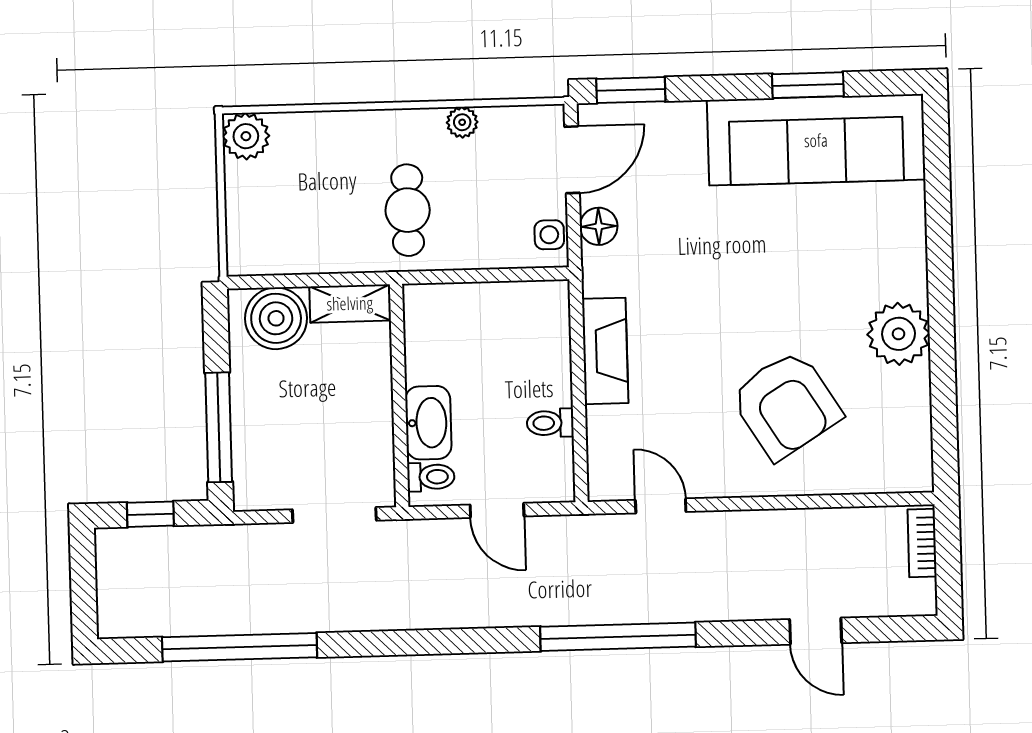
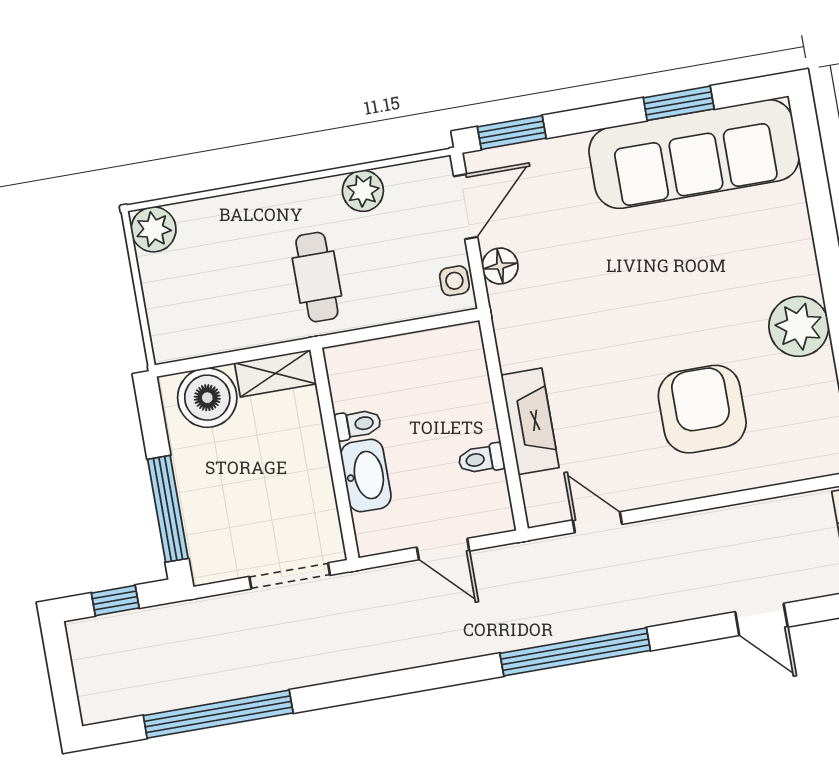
plant: (462, 122) -> (363, 191), width x1.38, depth x1.38
fireplace: (605, 351) -> (530, 421), moved
armchair: (786, 405) -> (702, 409), turned -148
toilet: (431, 477) -> (358, 424), moved

